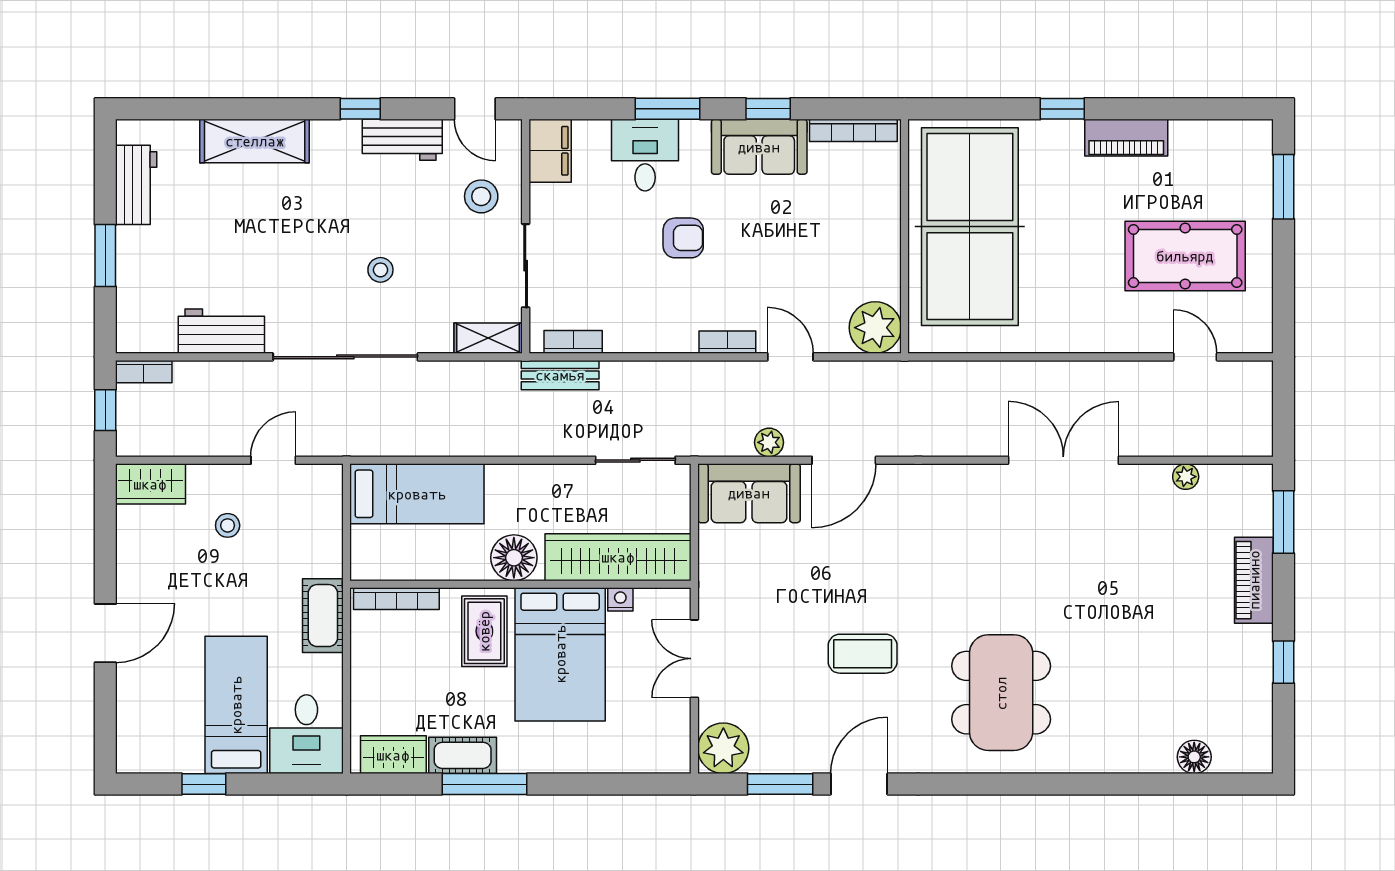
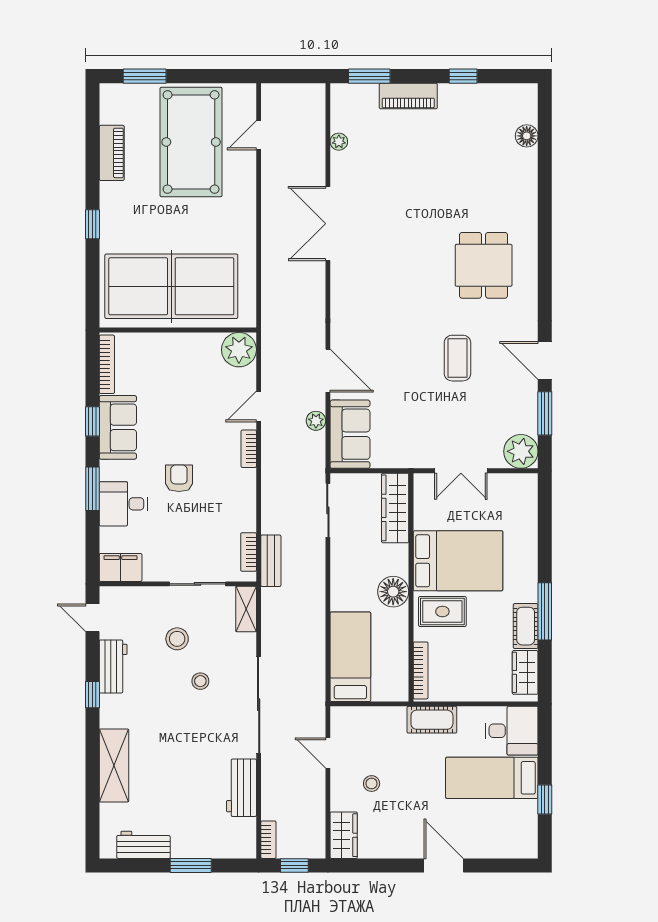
door: (475, 109) -> (92, 618), swing flipped
piano: (1126, 138) -> (112, 153), moved
stool: (481, 196) -> (177, 639), moved
pool table: (1185, 256) -> (191, 142), width x1.36, depth x1.32
wardrobe: (618, 557) -> (395, 508), width x0.71, depth x0.85
nightstand: (620, 599) -> (421, 520), removed
dining table: (1001, 693) -> (484, 265), width x0.73

